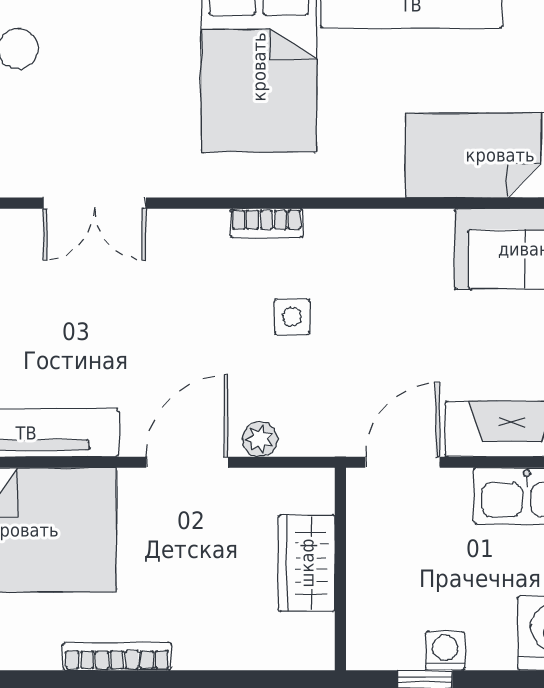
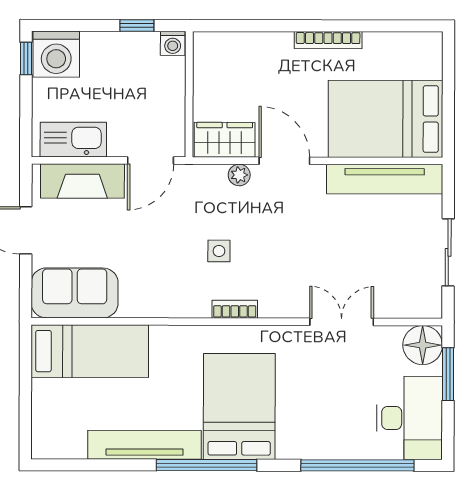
door: (187, 462) -> (284, 161), swing flipped
wardrobe: (307, 563) -> (225, 140), moved, turned -90
washing machine: (445, 651) -> (173, 43), moved

